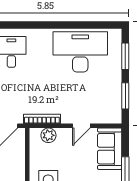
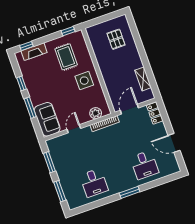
window: (41, 25) -> (130, 192), added
desk: (80, 52) -> (94, 183), width x0.53, depth x0.77

